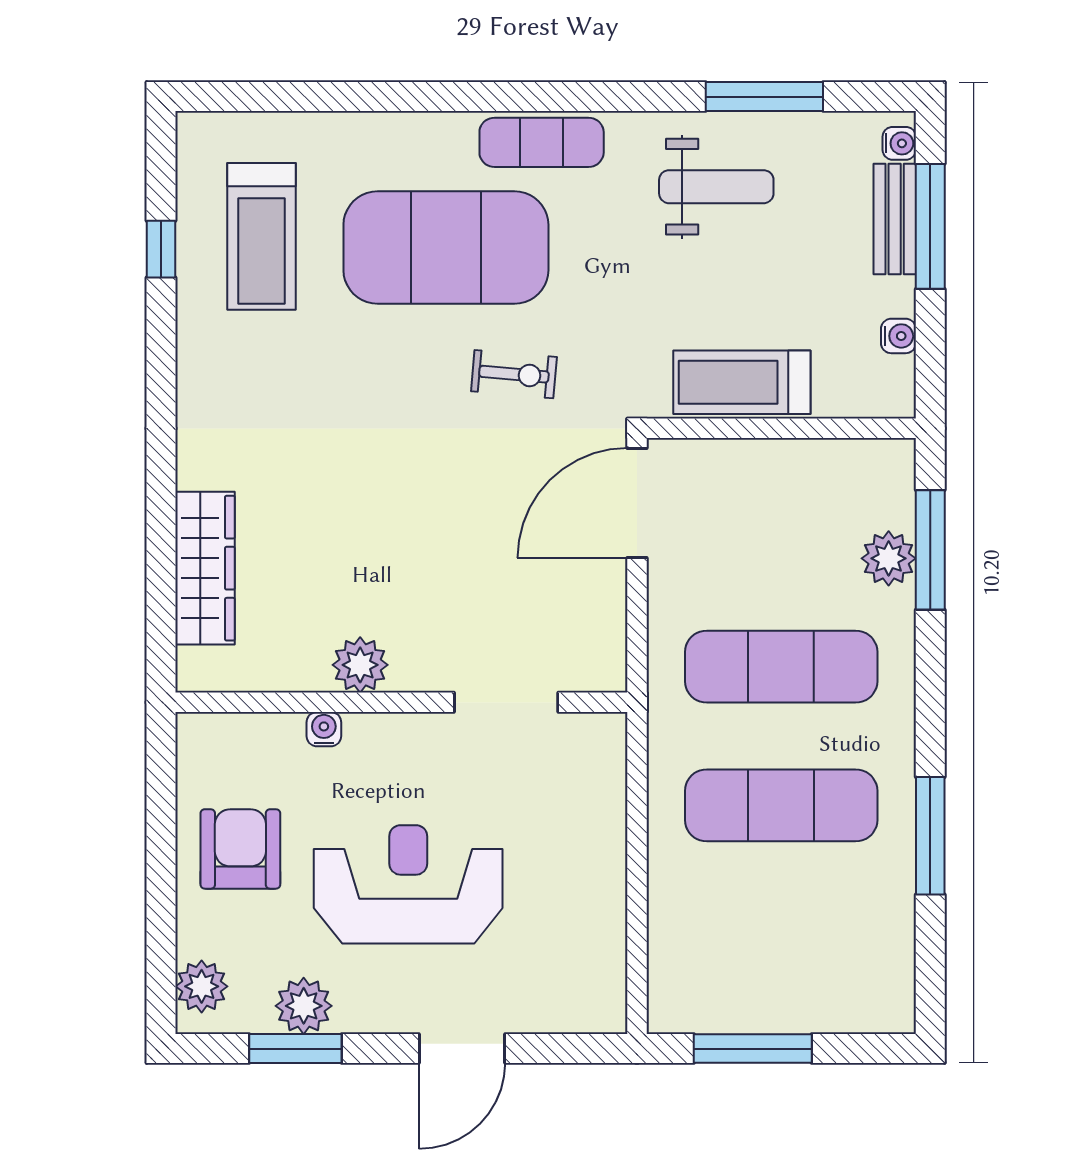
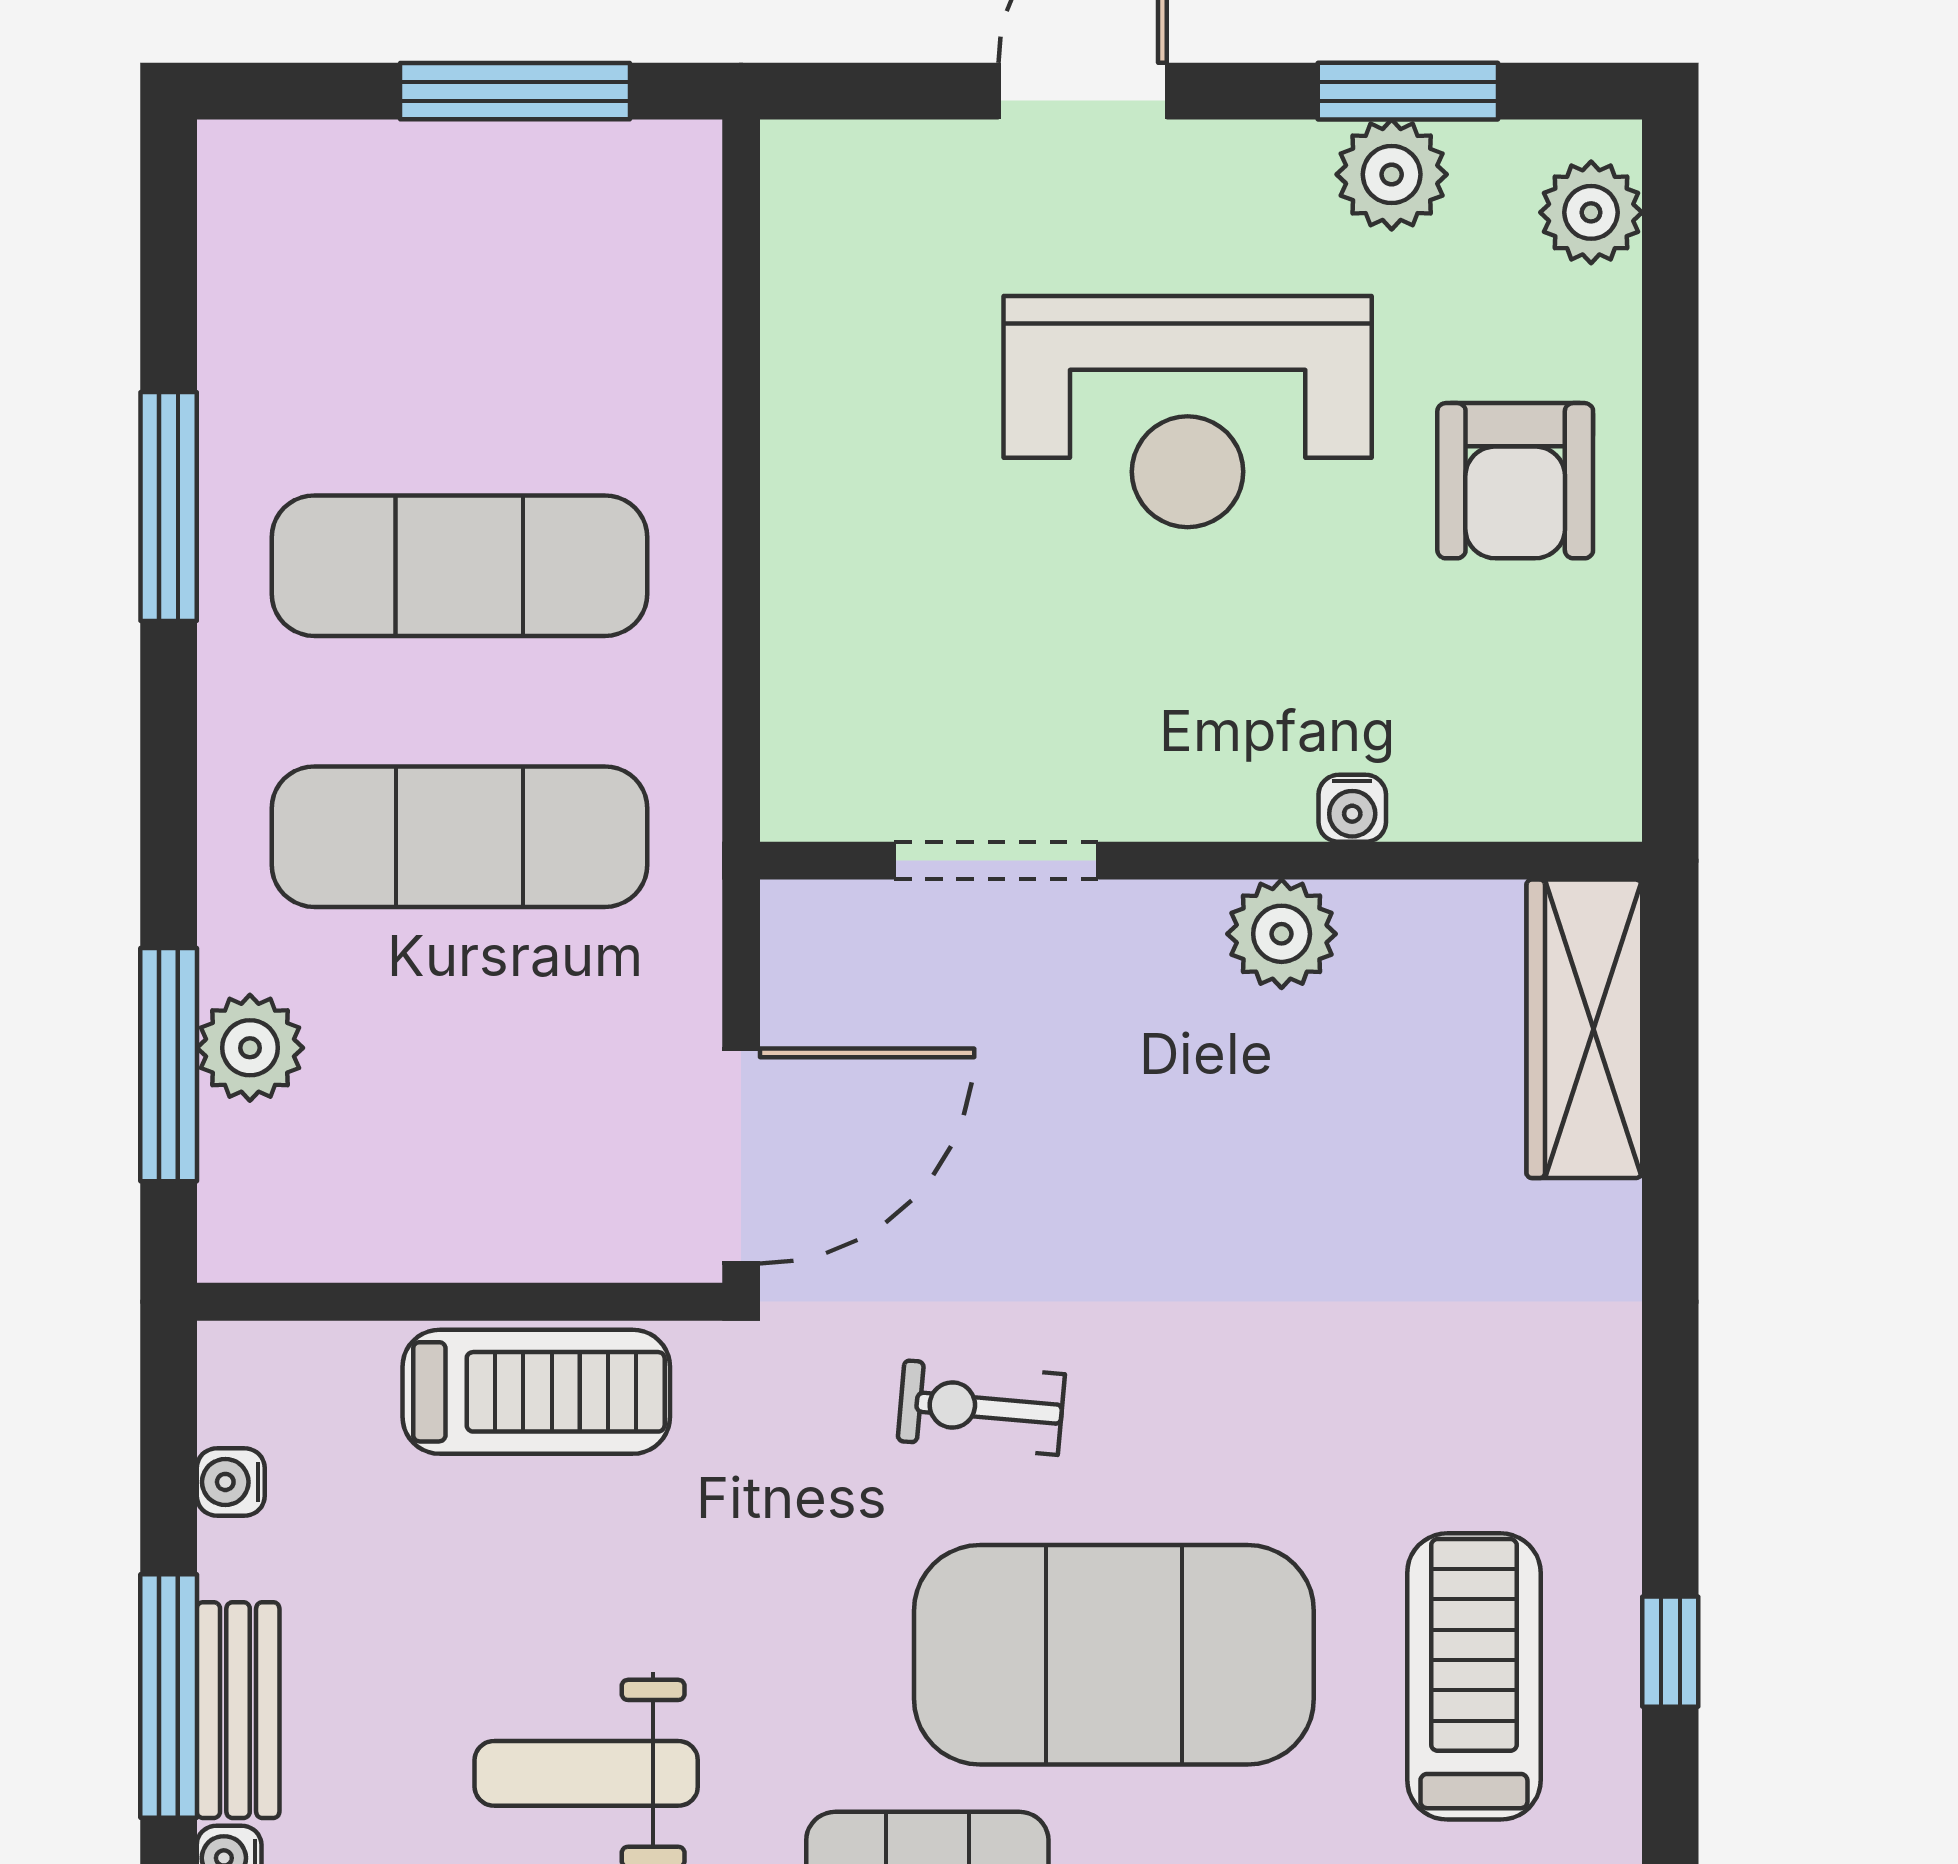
plant: (360, 665) -> (1282, 934), moved
wall: (401, 702) -> (1201, 861), moved
doorway: (506, 702) -> (996, 861), moved
water cooler: (324, 729) -> (1352, 808), moved

